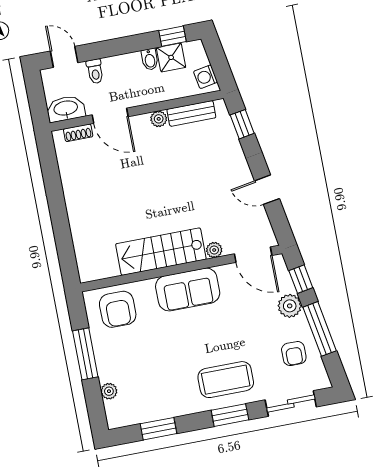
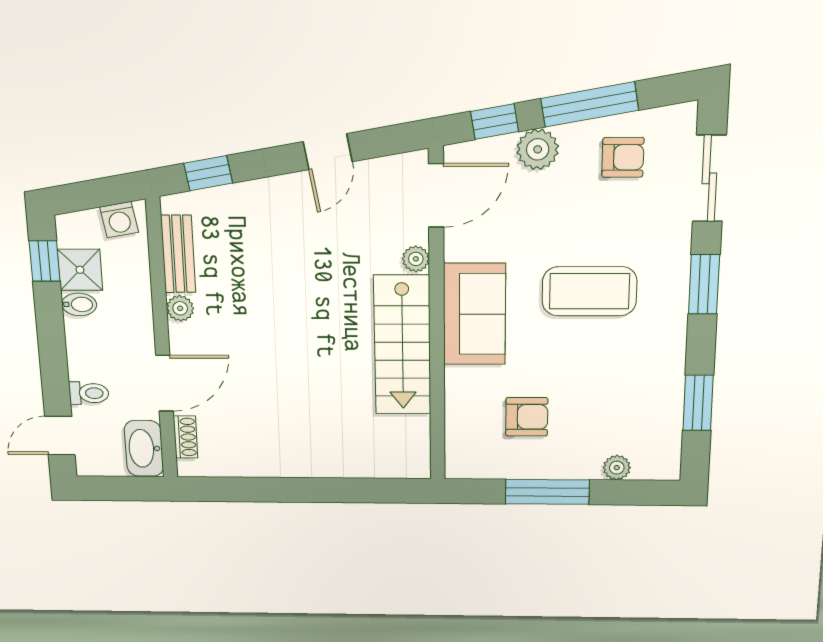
armchair: (118, 309) -> (527, 417), moved, width x0.72, depth x0.72
coffee table: (226, 380) -> (589, 291), moved, turned 90

